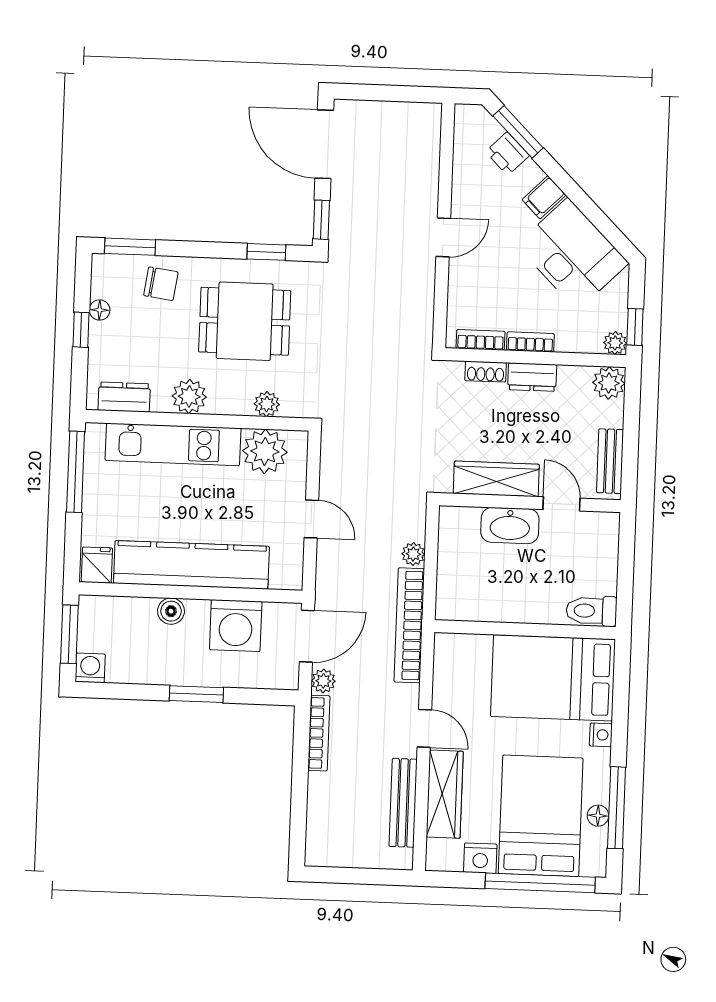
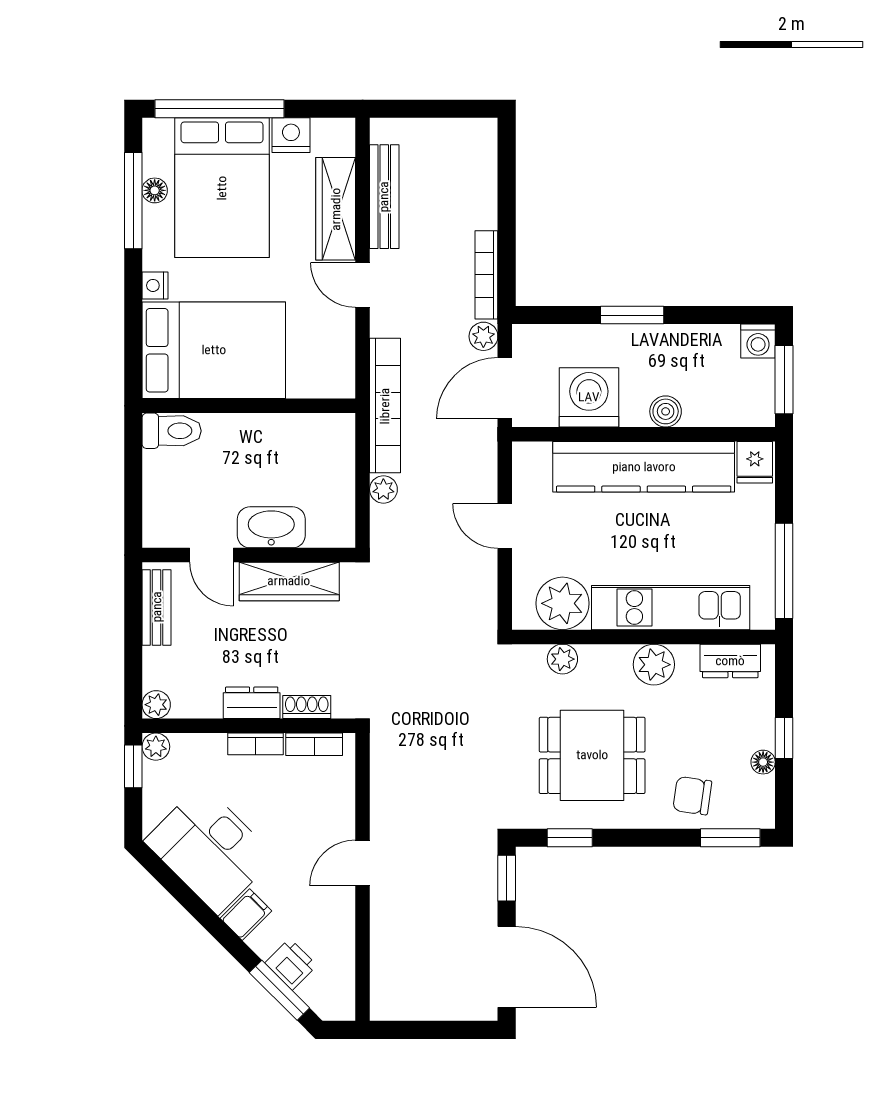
plant: (609, 383) -> (156, 705), width x0.73, depth x0.73

